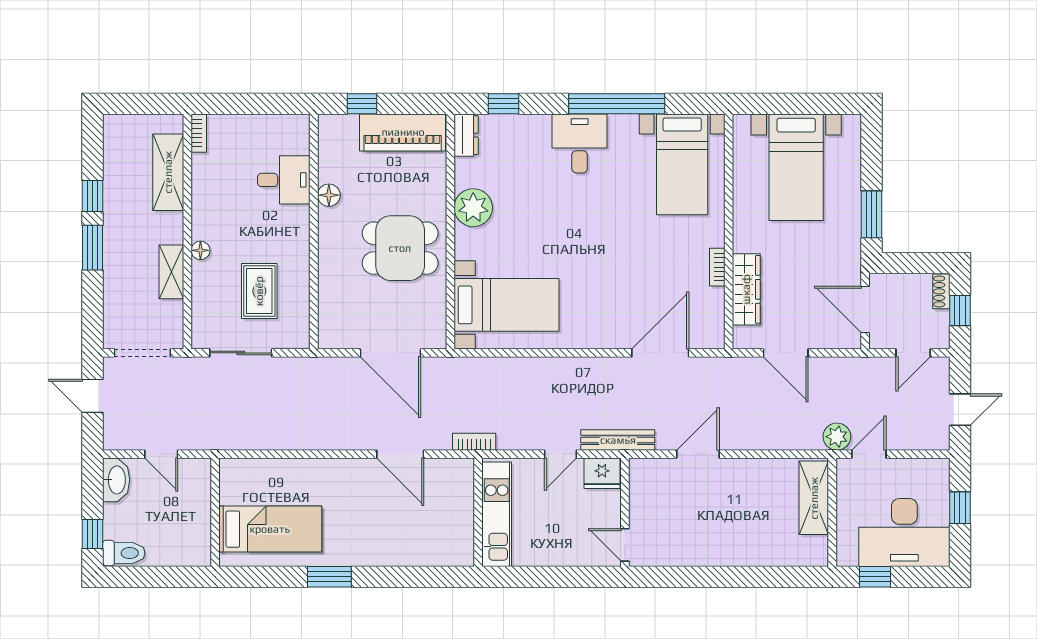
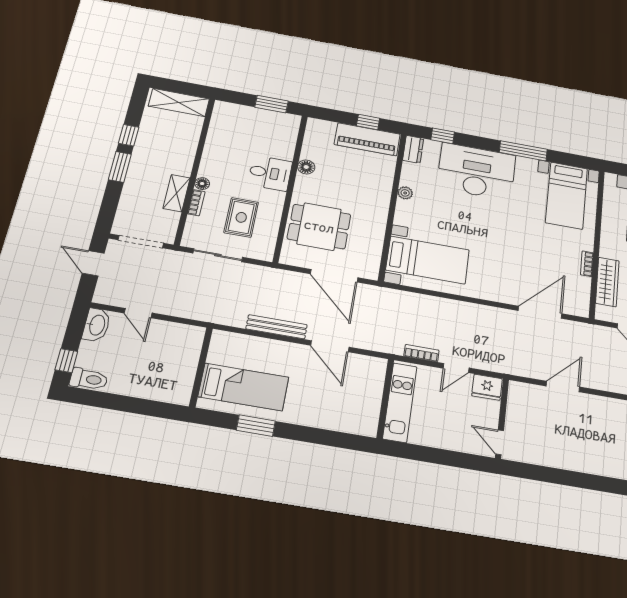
window: (266, 104) -> (271, 104), added
window: (362, 104) -> (368, 122), moved
window: (617, 104) -> (523, 151), width x0.68
bookcase: (199, 133) -> (196, 203), moved
desk: (580, 143) -> (476, 172), width x1.87, depth x1.30
shelving: (168, 172) -> (179, 102), moved, turned 90
desk: (284, 180) -> (270, 173), moved
plant: (473, 208) -> (405, 193), width x0.53, depth x0.53
dining table: (400, 248) -> (319, 227), moved
bench: (618, 440) -> (277, 327), moved
bookcase: (474, 442) -> (421, 353), moved
wall: (215, 512) -> (201, 367), moved
bed: (270, 529) -> (243, 387), moved

